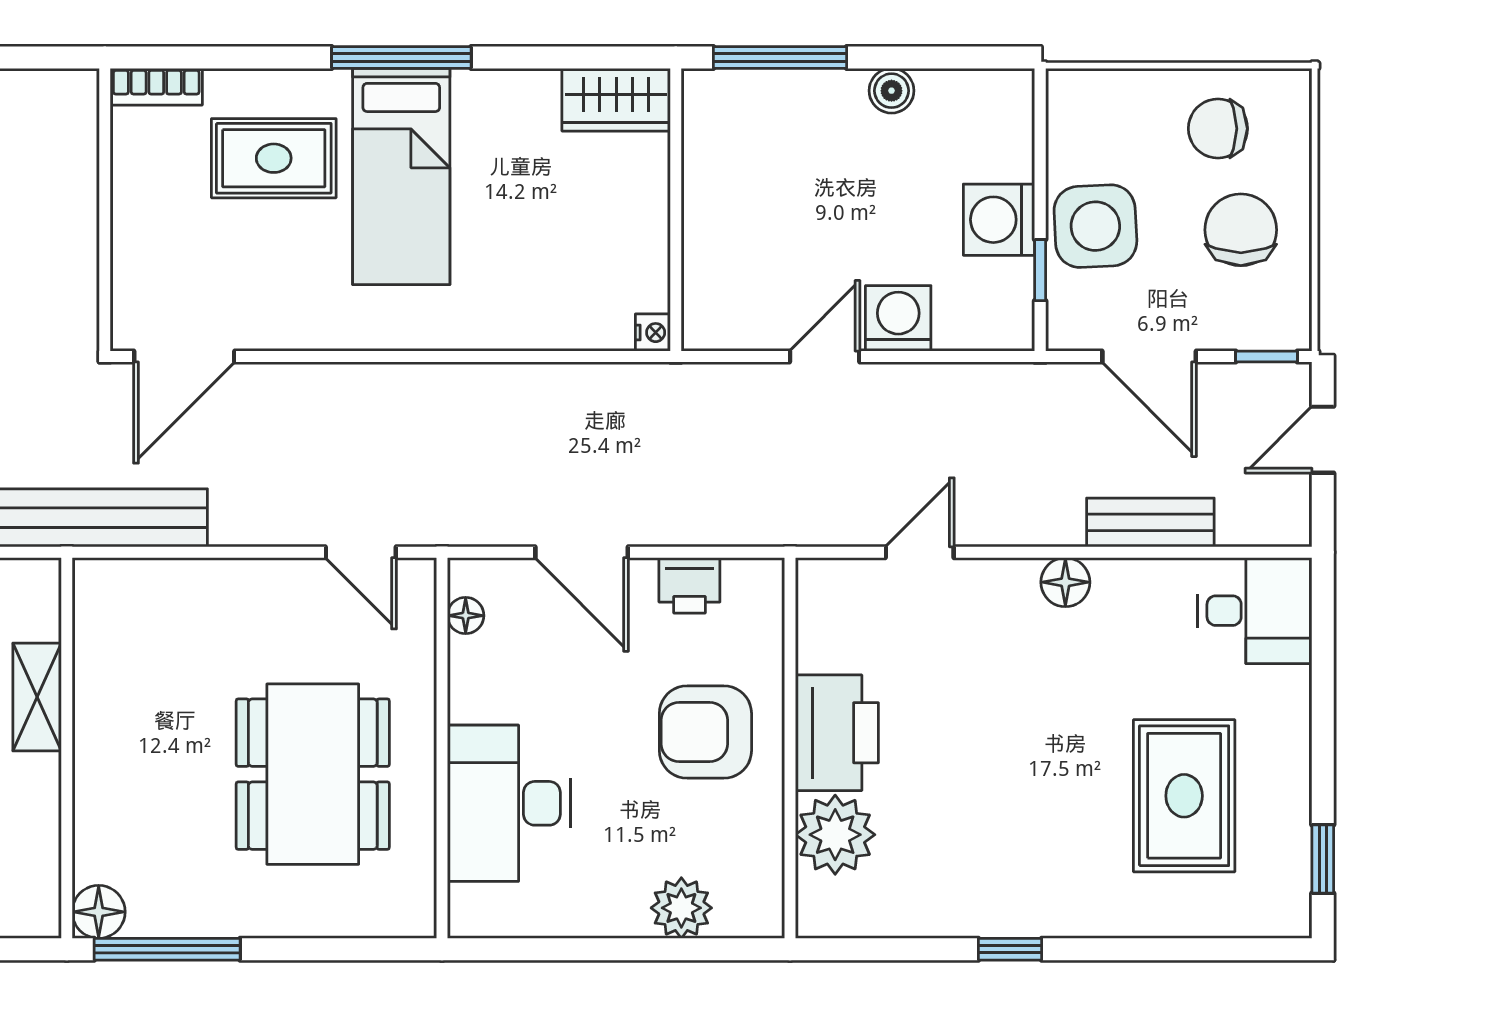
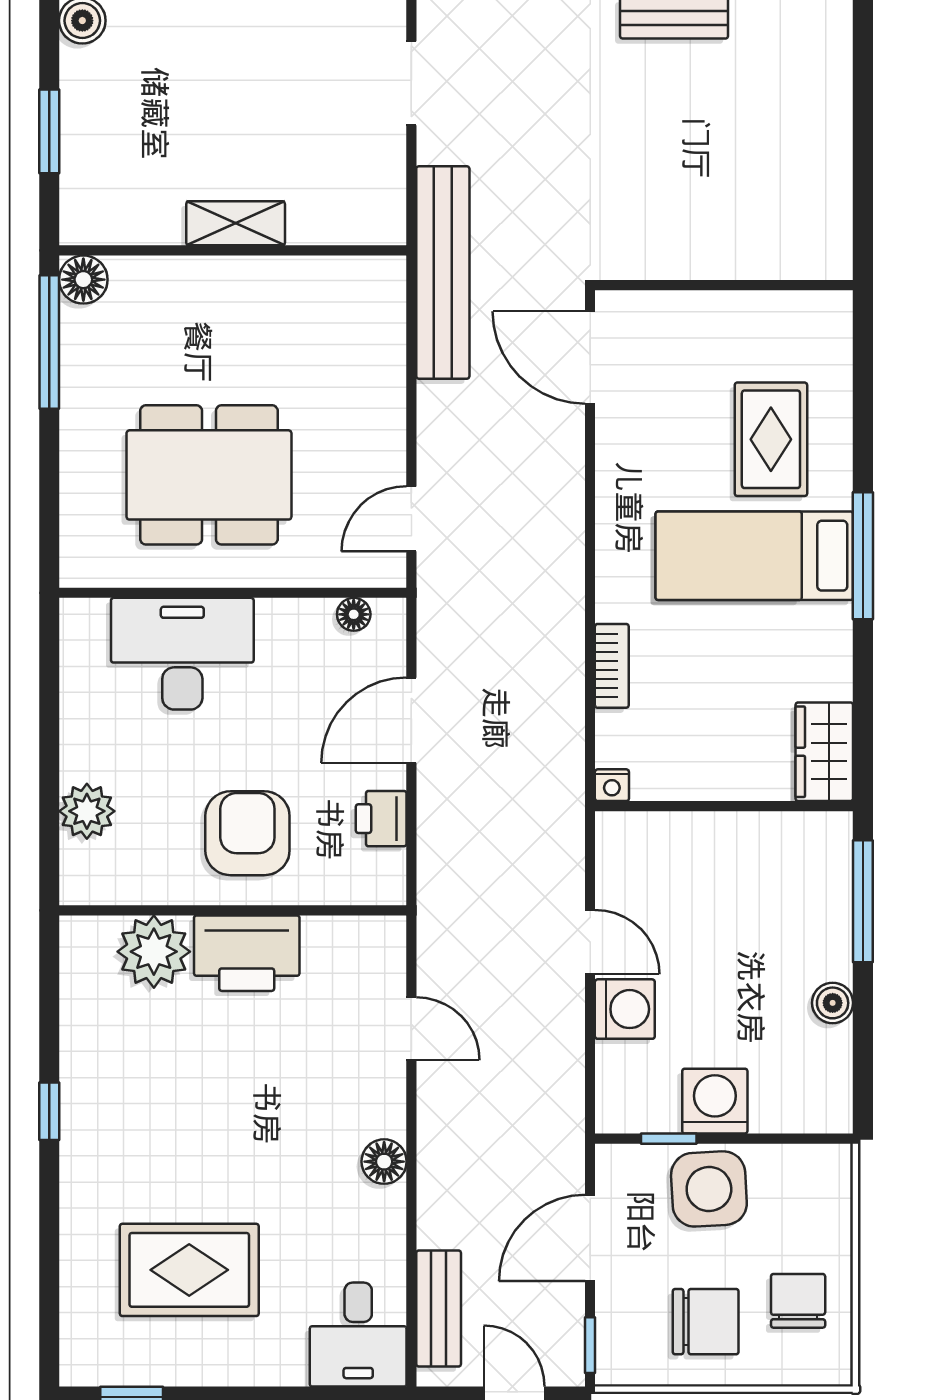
bookcase: (156, 87) -> (612, 666), moved, turned 180
bench: (1150, 522) -> (439, 1309), moved
shelving: (37, 697) -> (236, 223), moved

